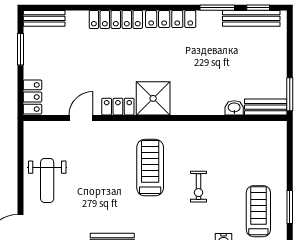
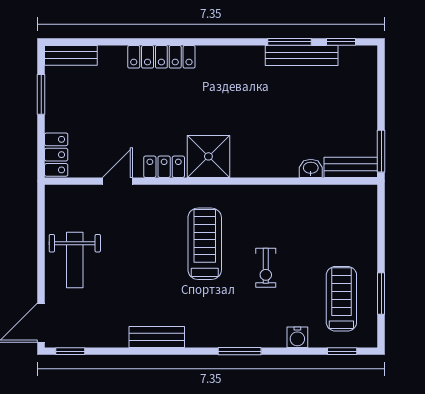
bench: (251, 18) -> (302, 55), moved
locker: (171, 19) -> (231, 56), removed

